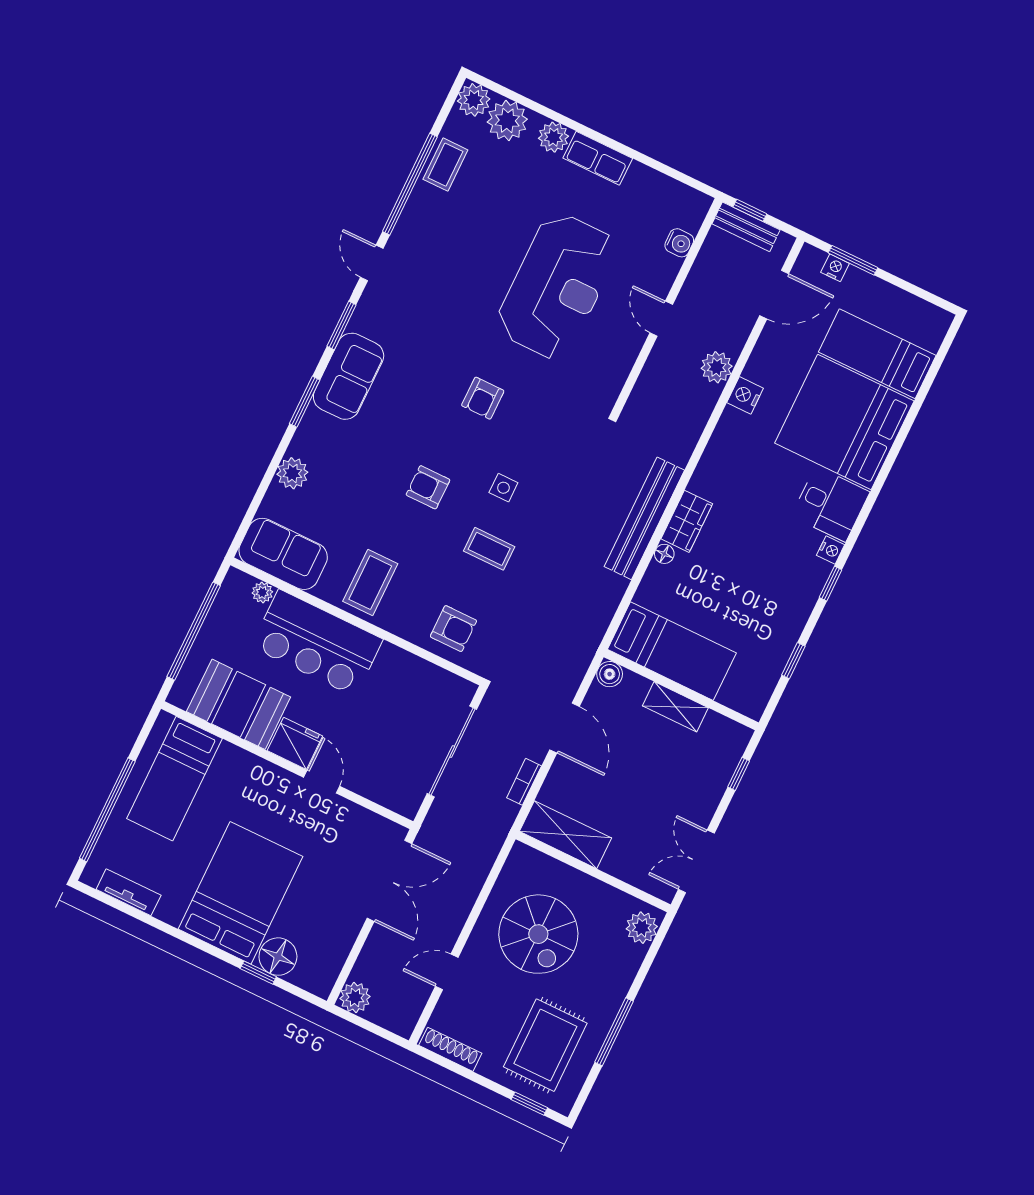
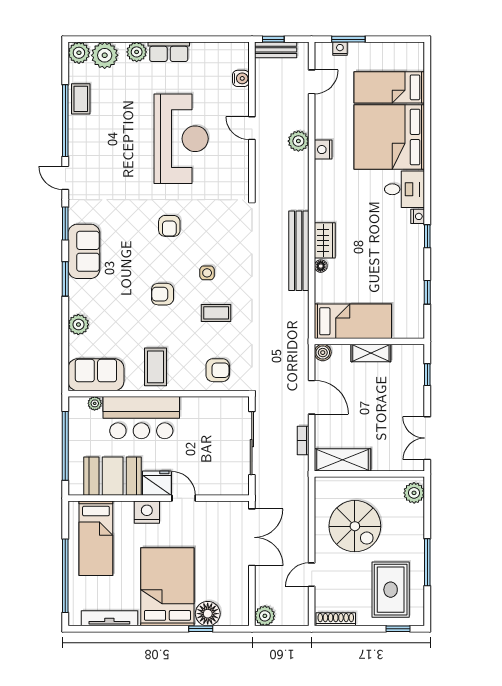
door: (774, 295) -> (312, 82), width x0.73
nightstand: (262, 777) -> (147, 512), added
tv unit: (129, 892) -> (109, 618), width x1.41

